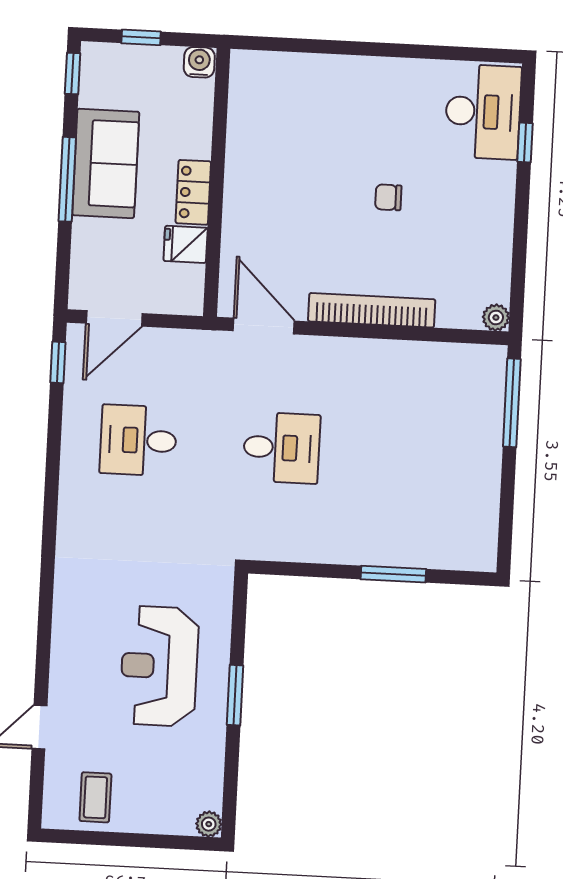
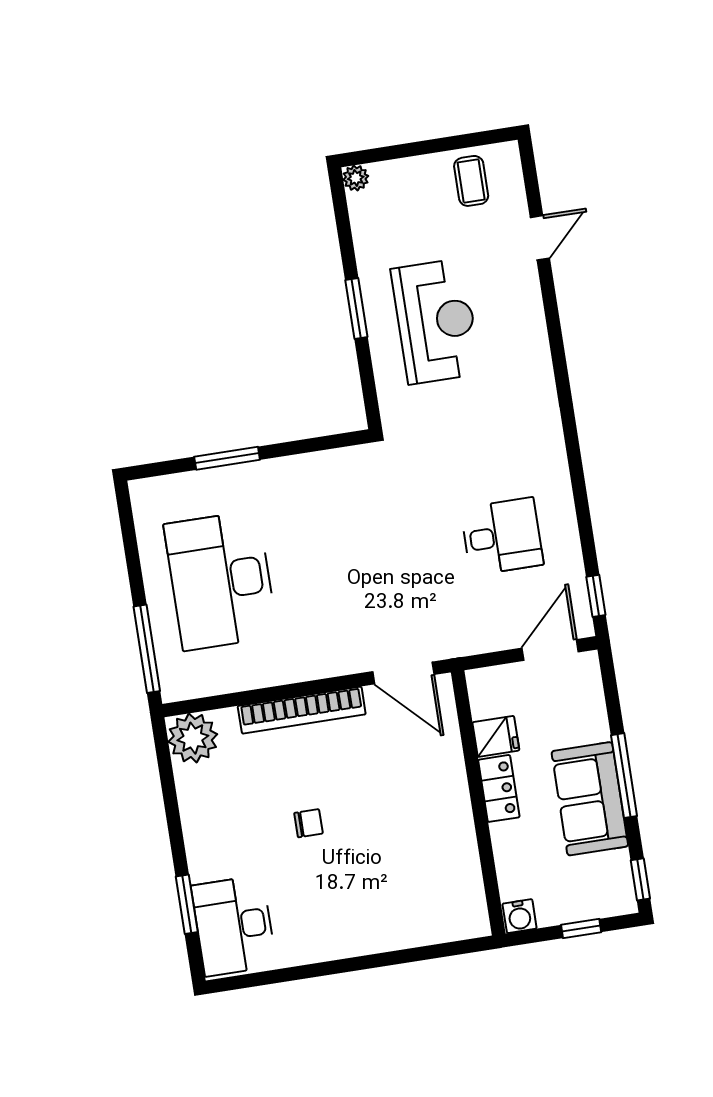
window: (525, 142) -> (187, 904), width x1.50
plant: (496, 317) -> (193, 738), width x1.87, depth x1.87
desk: (282, 448) -> (221, 580), moved, width x1.87, depth x1.30

